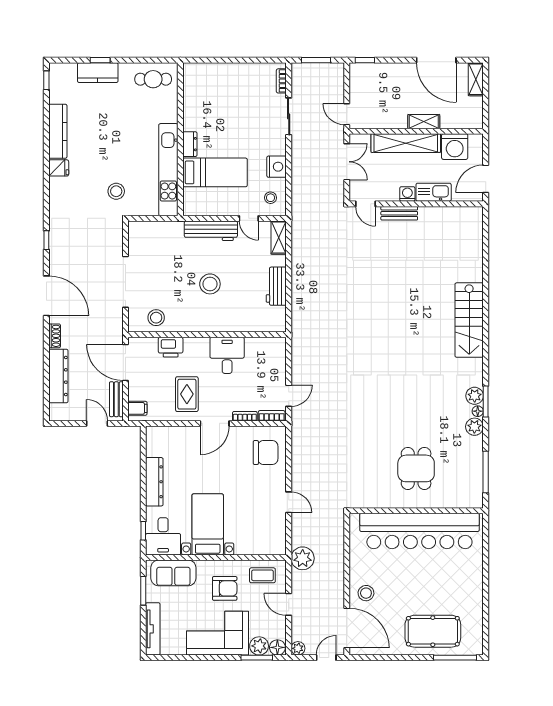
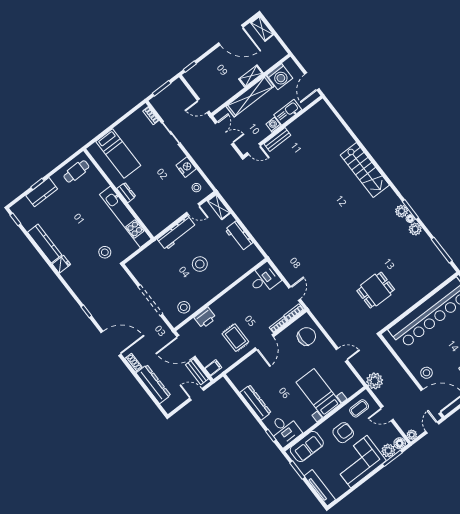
bed: (215, 172) -> (118, 153), moved, turned 90
desk: (227, 355) -> (264, 279), moved, turned 90
dining table: (416, 468) -> (376, 290), moved, turned 90
bed with nightstands: (208, 524) -> (319, 393), moved

